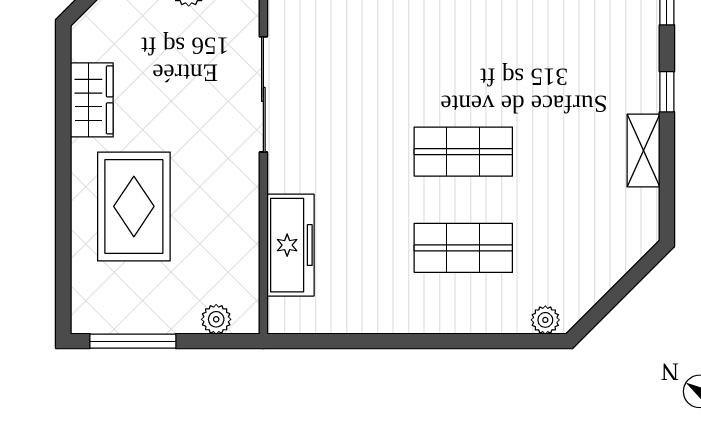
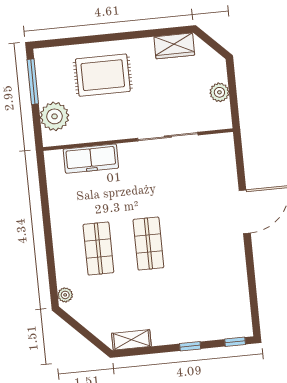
wardrobe: (92, 100) -> (174, 46), moved
shelving: (643, 151) -> (131, 340), moved
plant: (216, 319) -> (55, 116), width x1.88, depth x1.88

